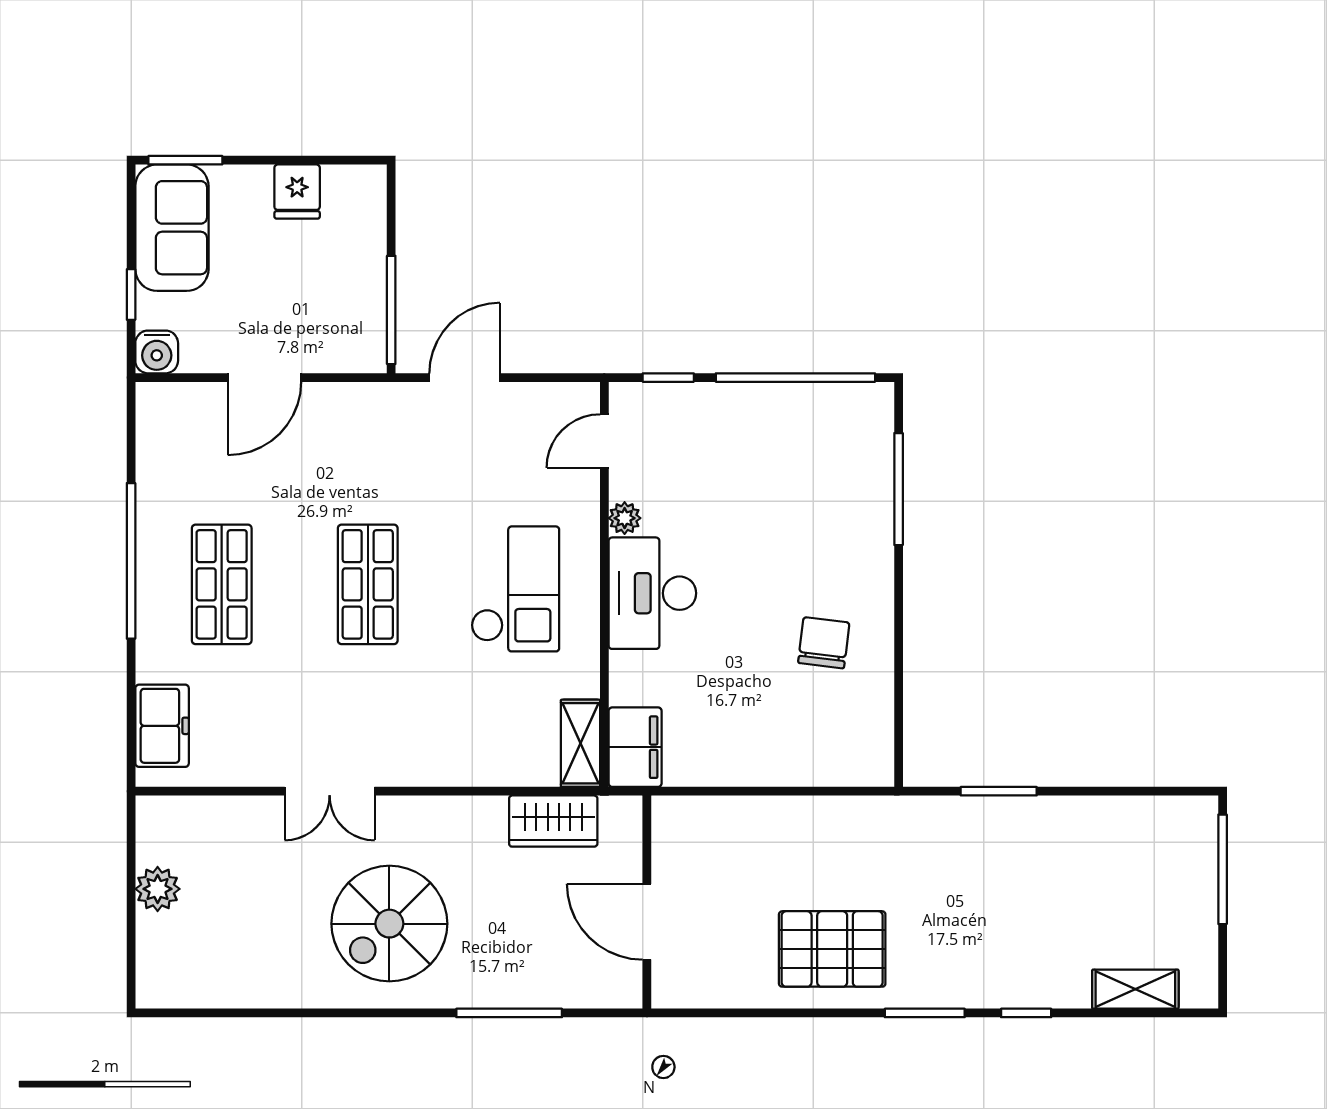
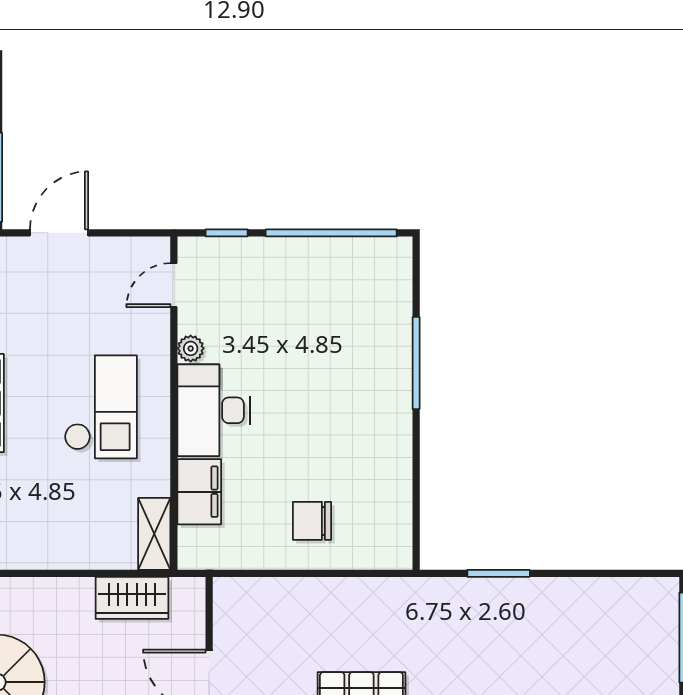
window: (899, 489) -> (416, 363), moved
chair: (824, 643) -> (312, 521), moved, turned -97
filing cabinet: (635, 747) -> (199, 492), moved

